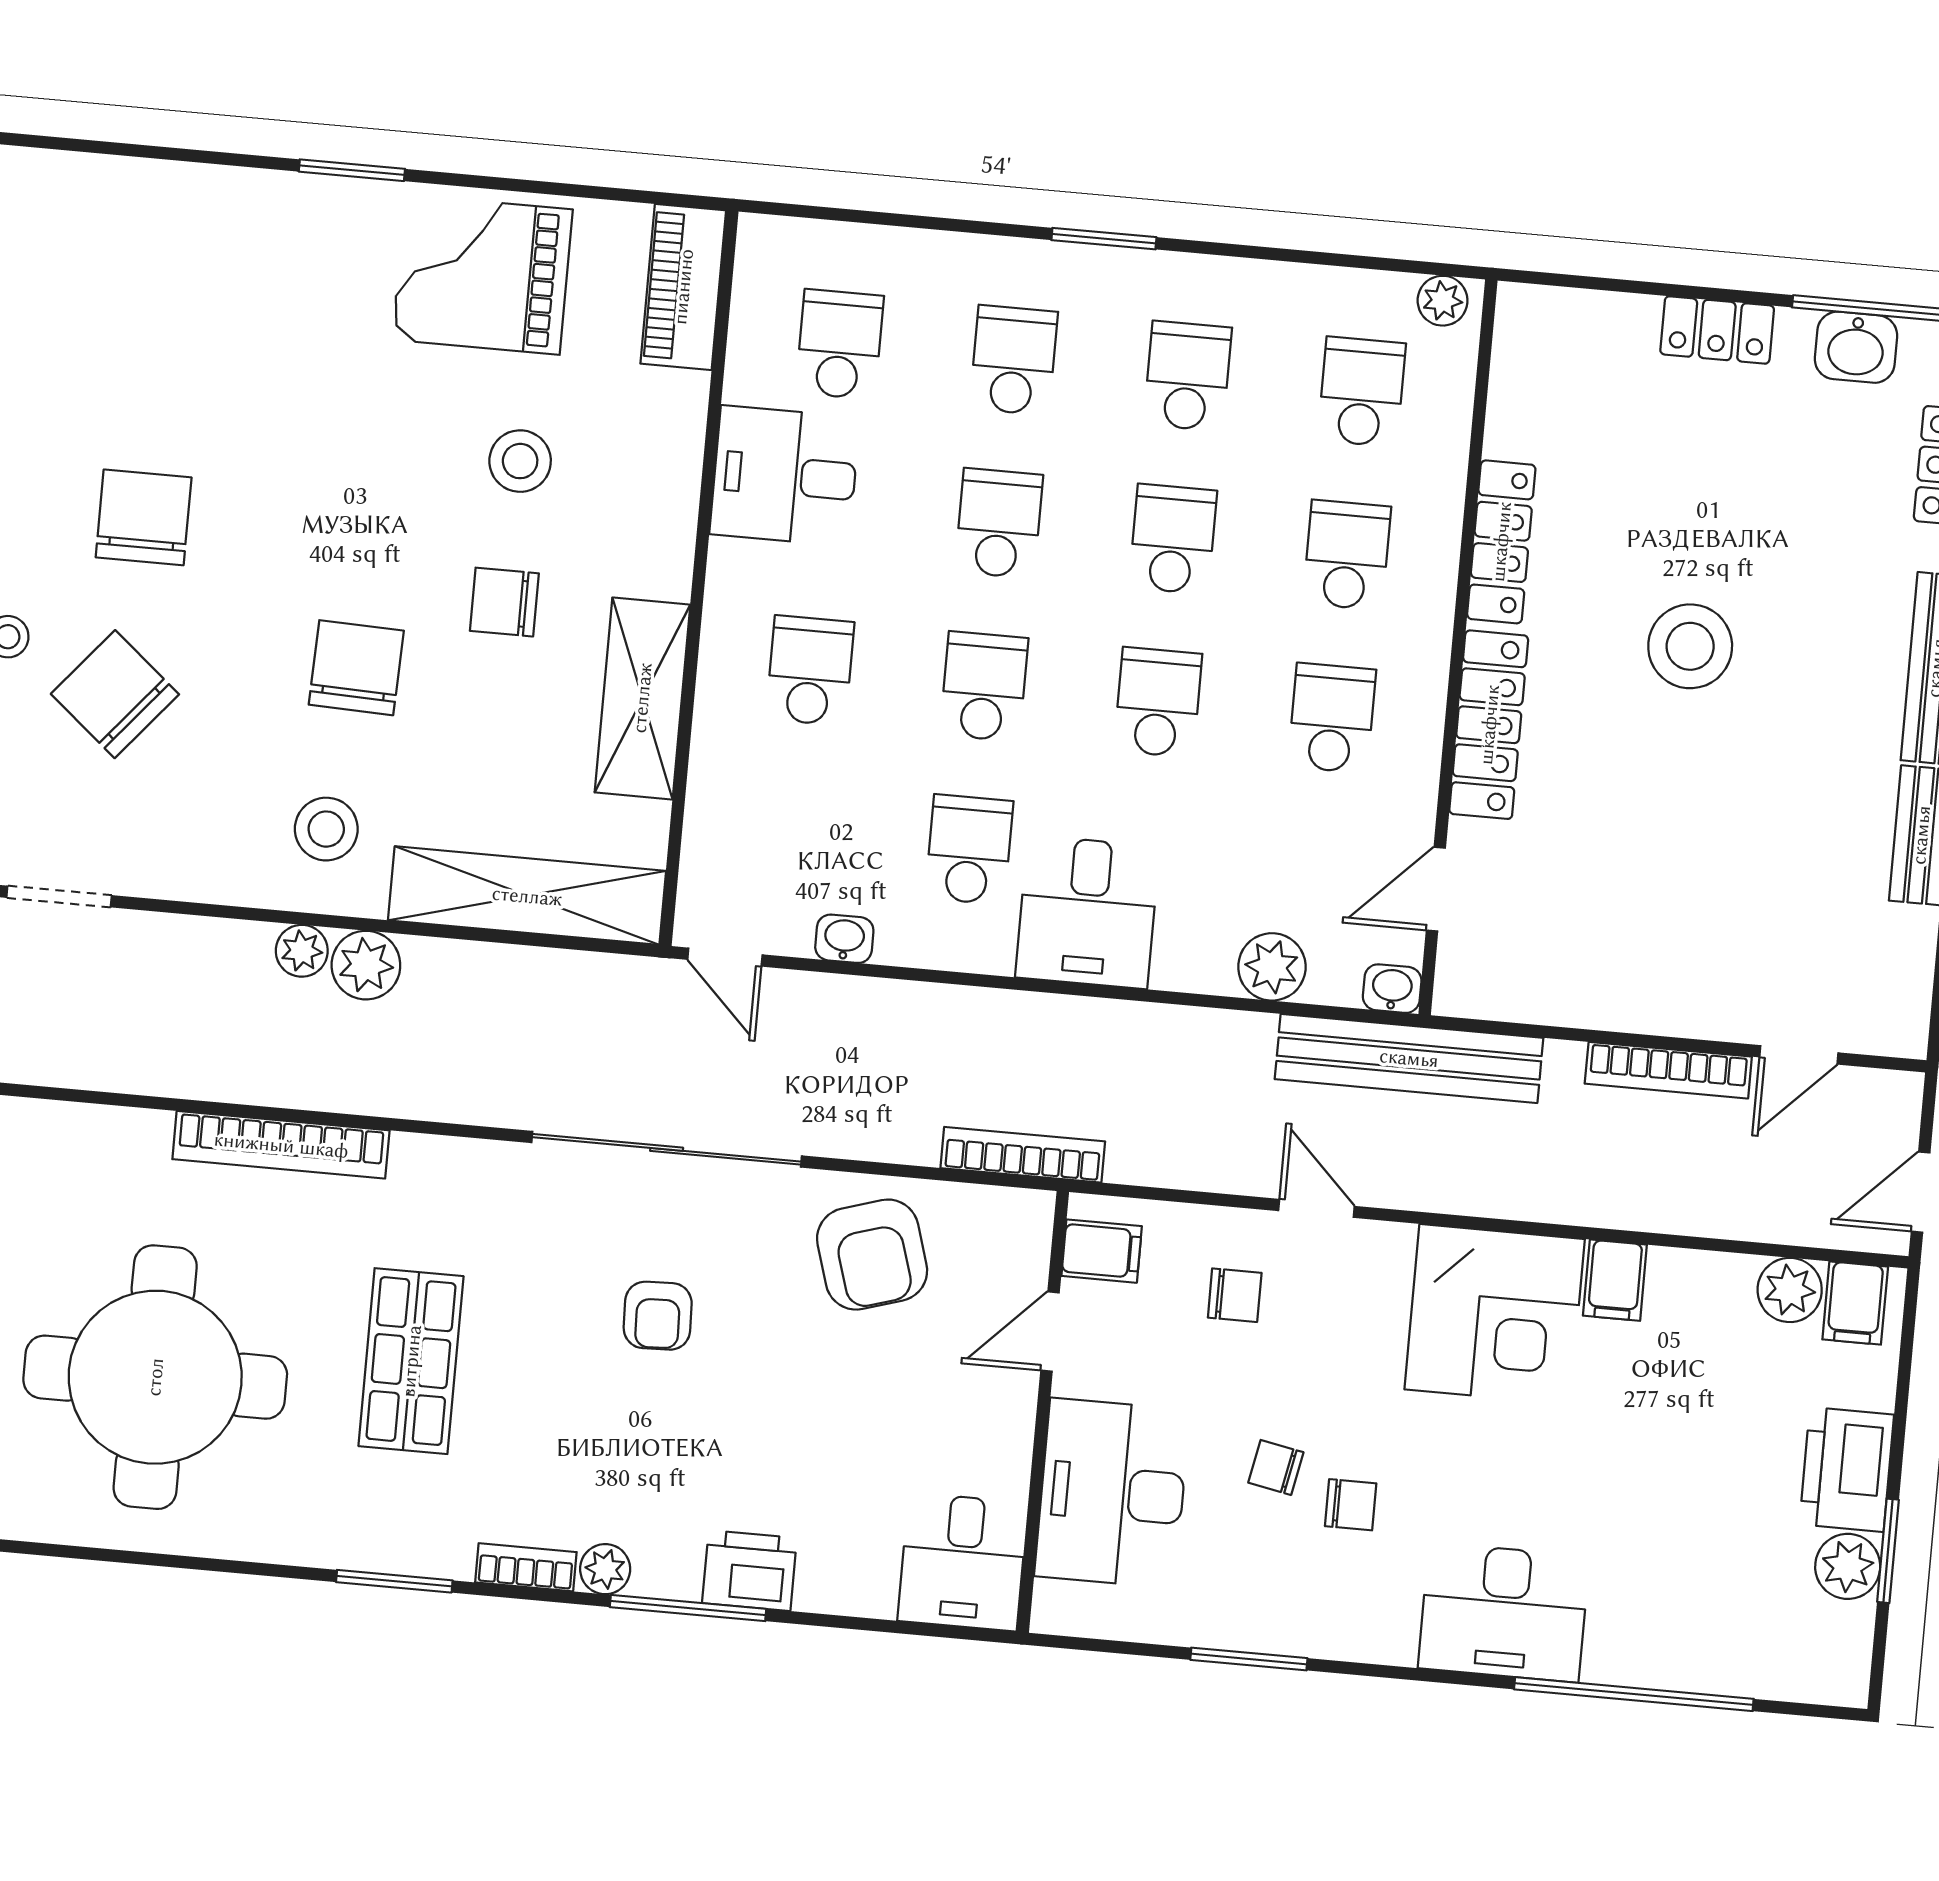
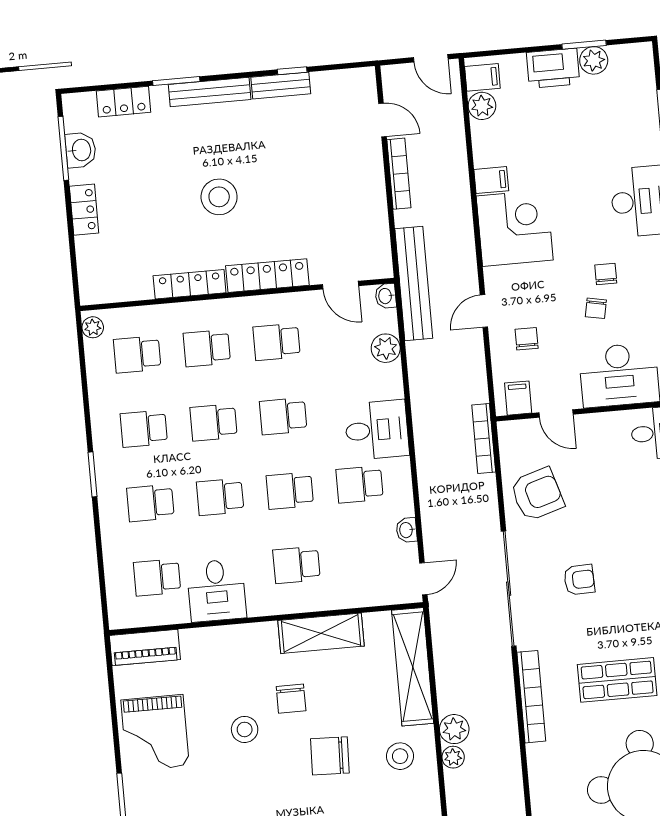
stool: (520, 461) -> (245, 729), moved
bookcase: (281, 1145) -> (531, 697), moved

